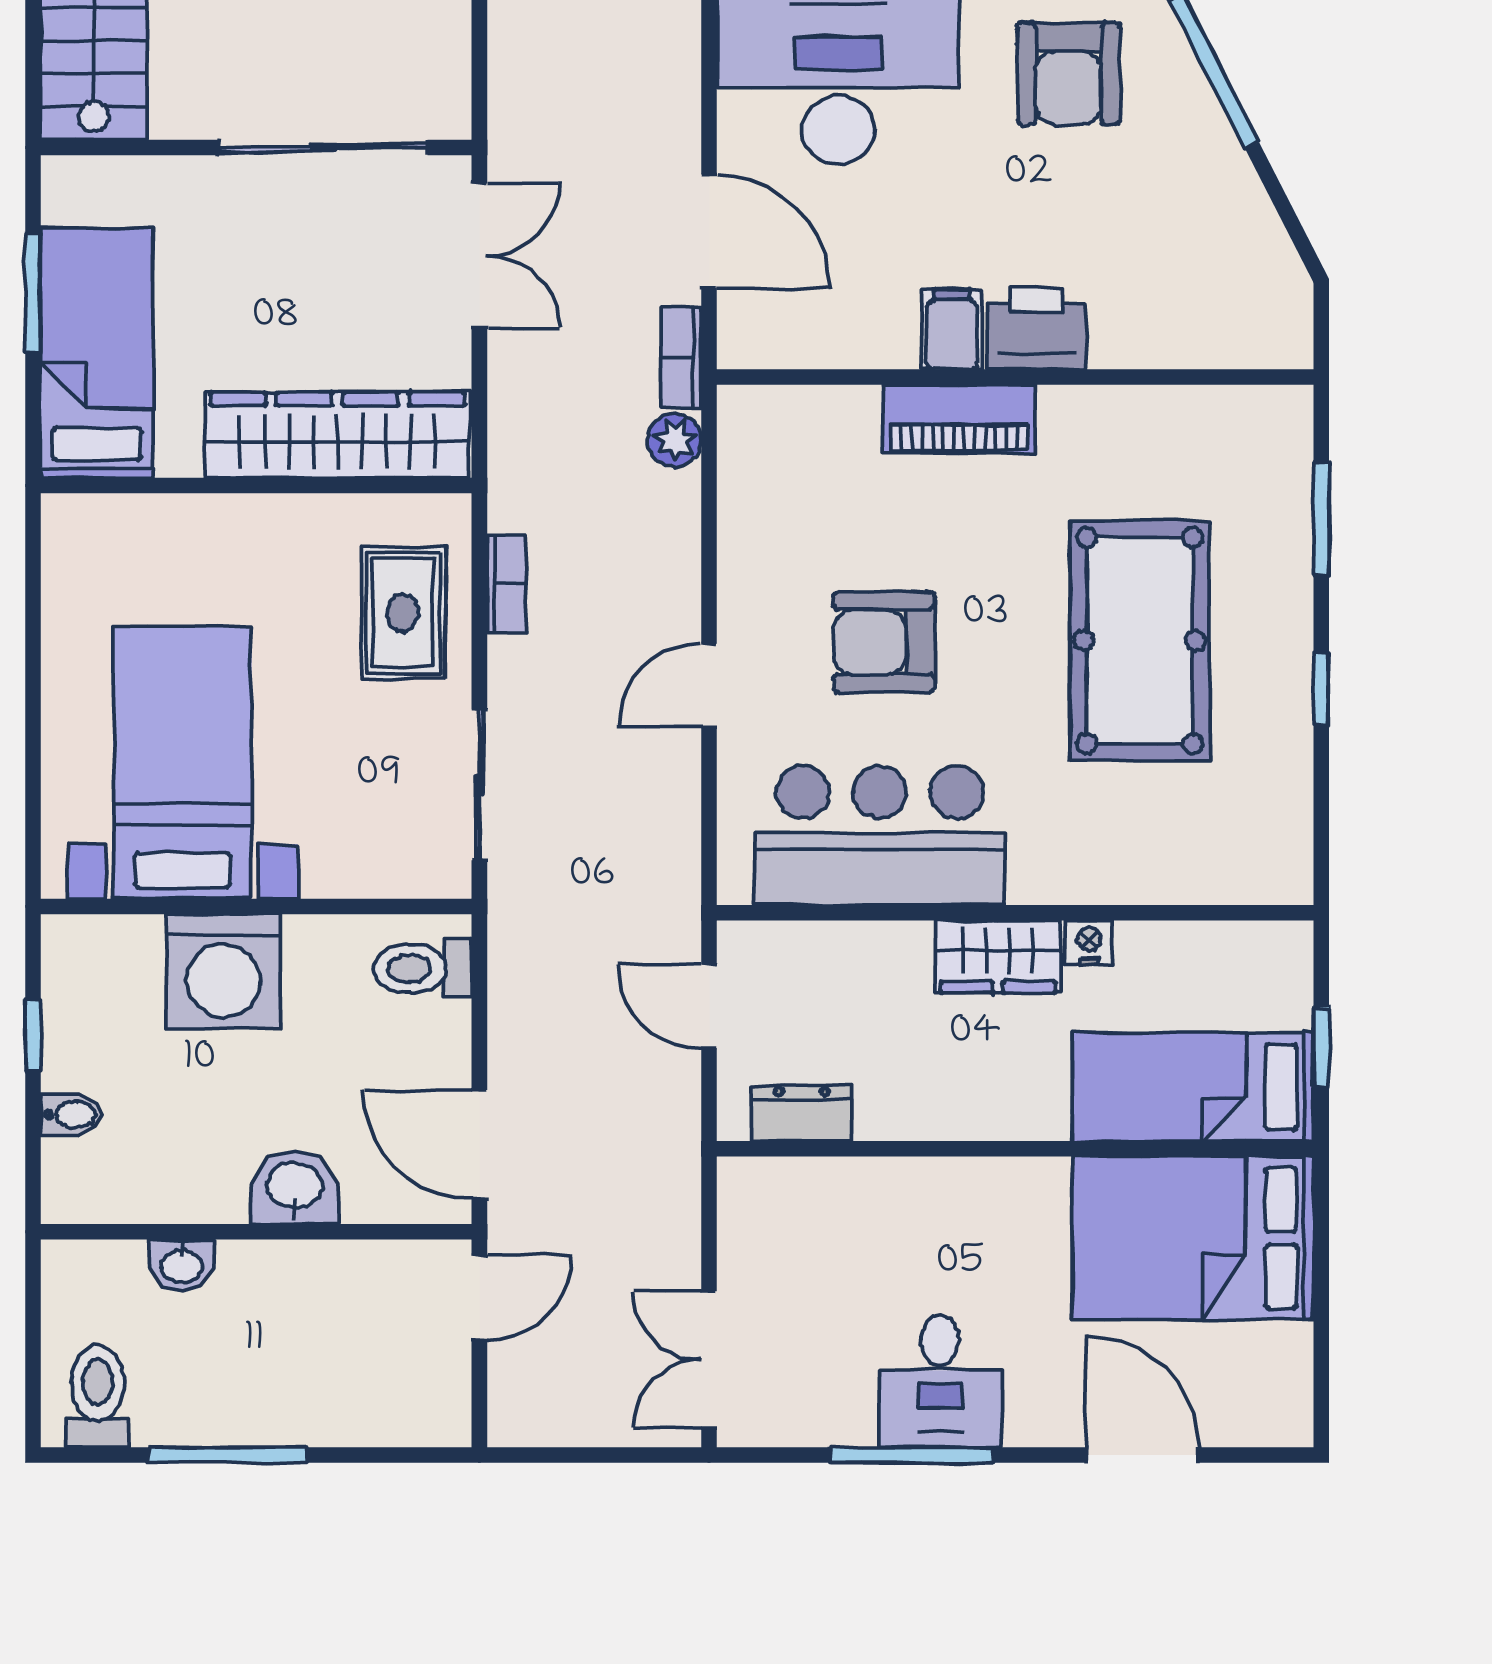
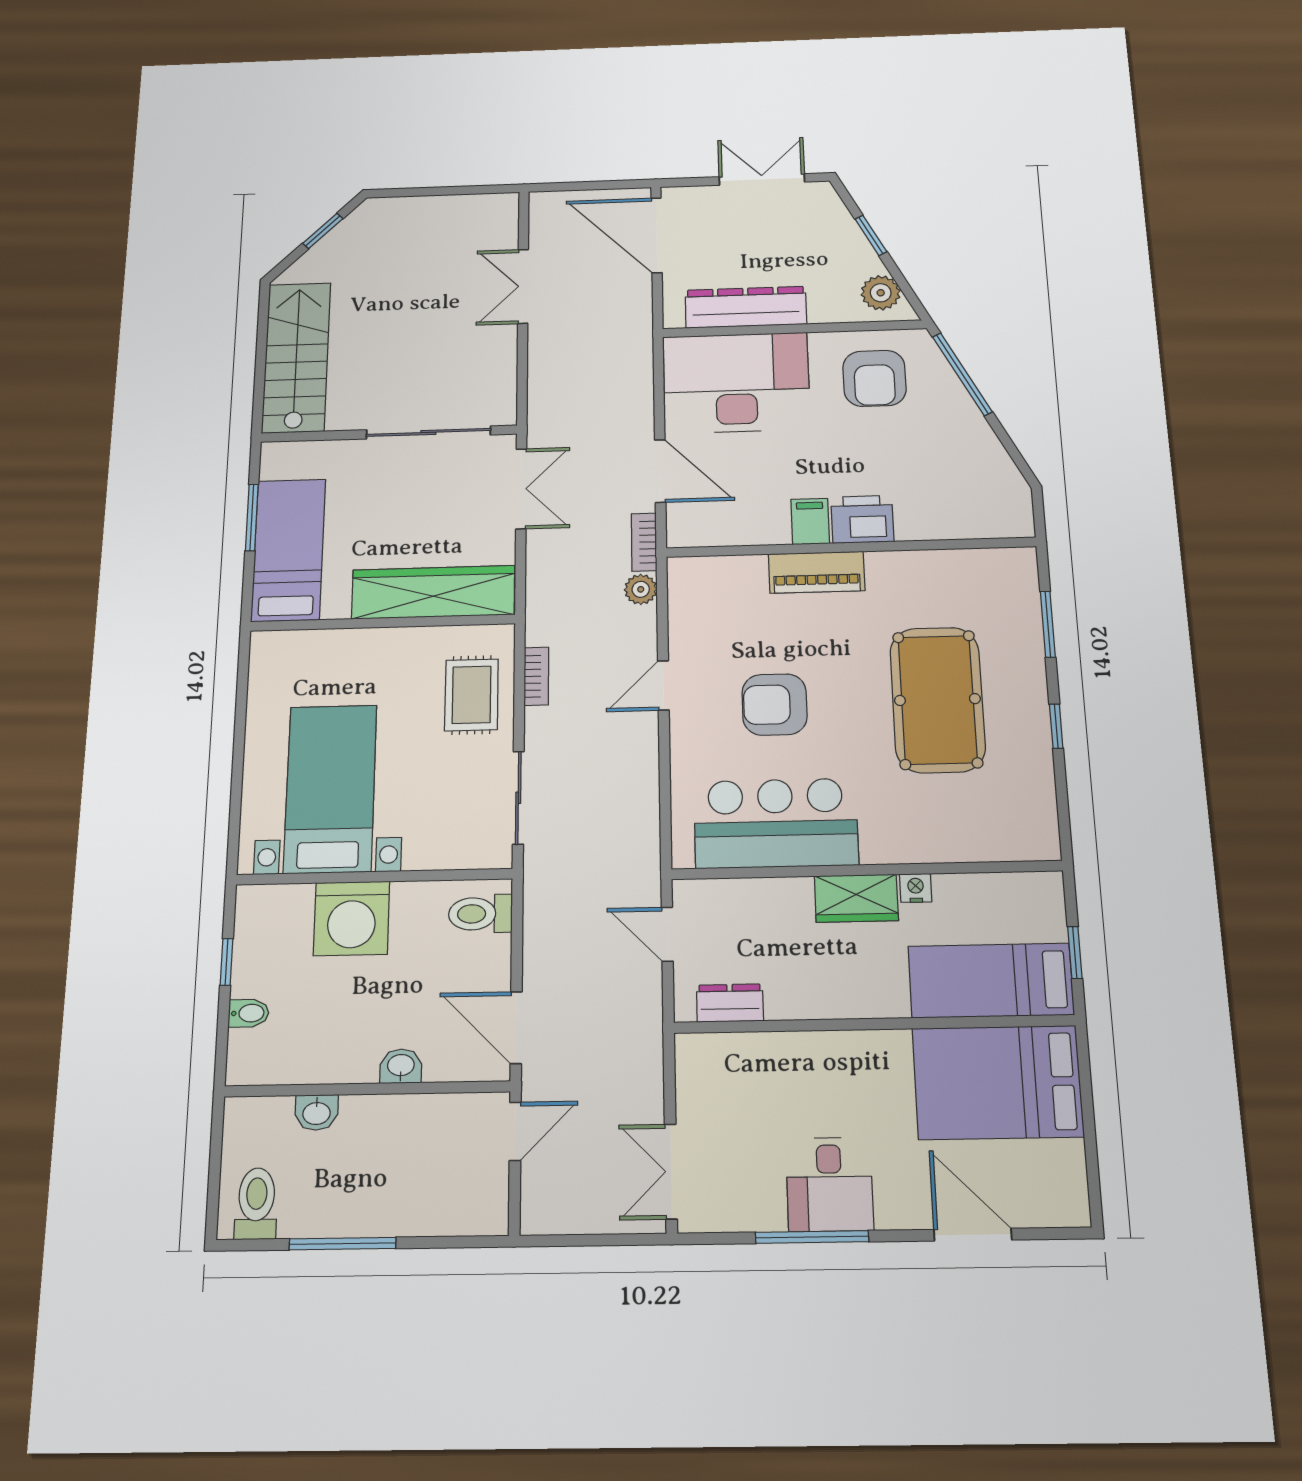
door: (709, 685) -> (663, 685), moved
washbasin: (294, 1187) -> (401, 1066), width x0.72, depth x0.69

